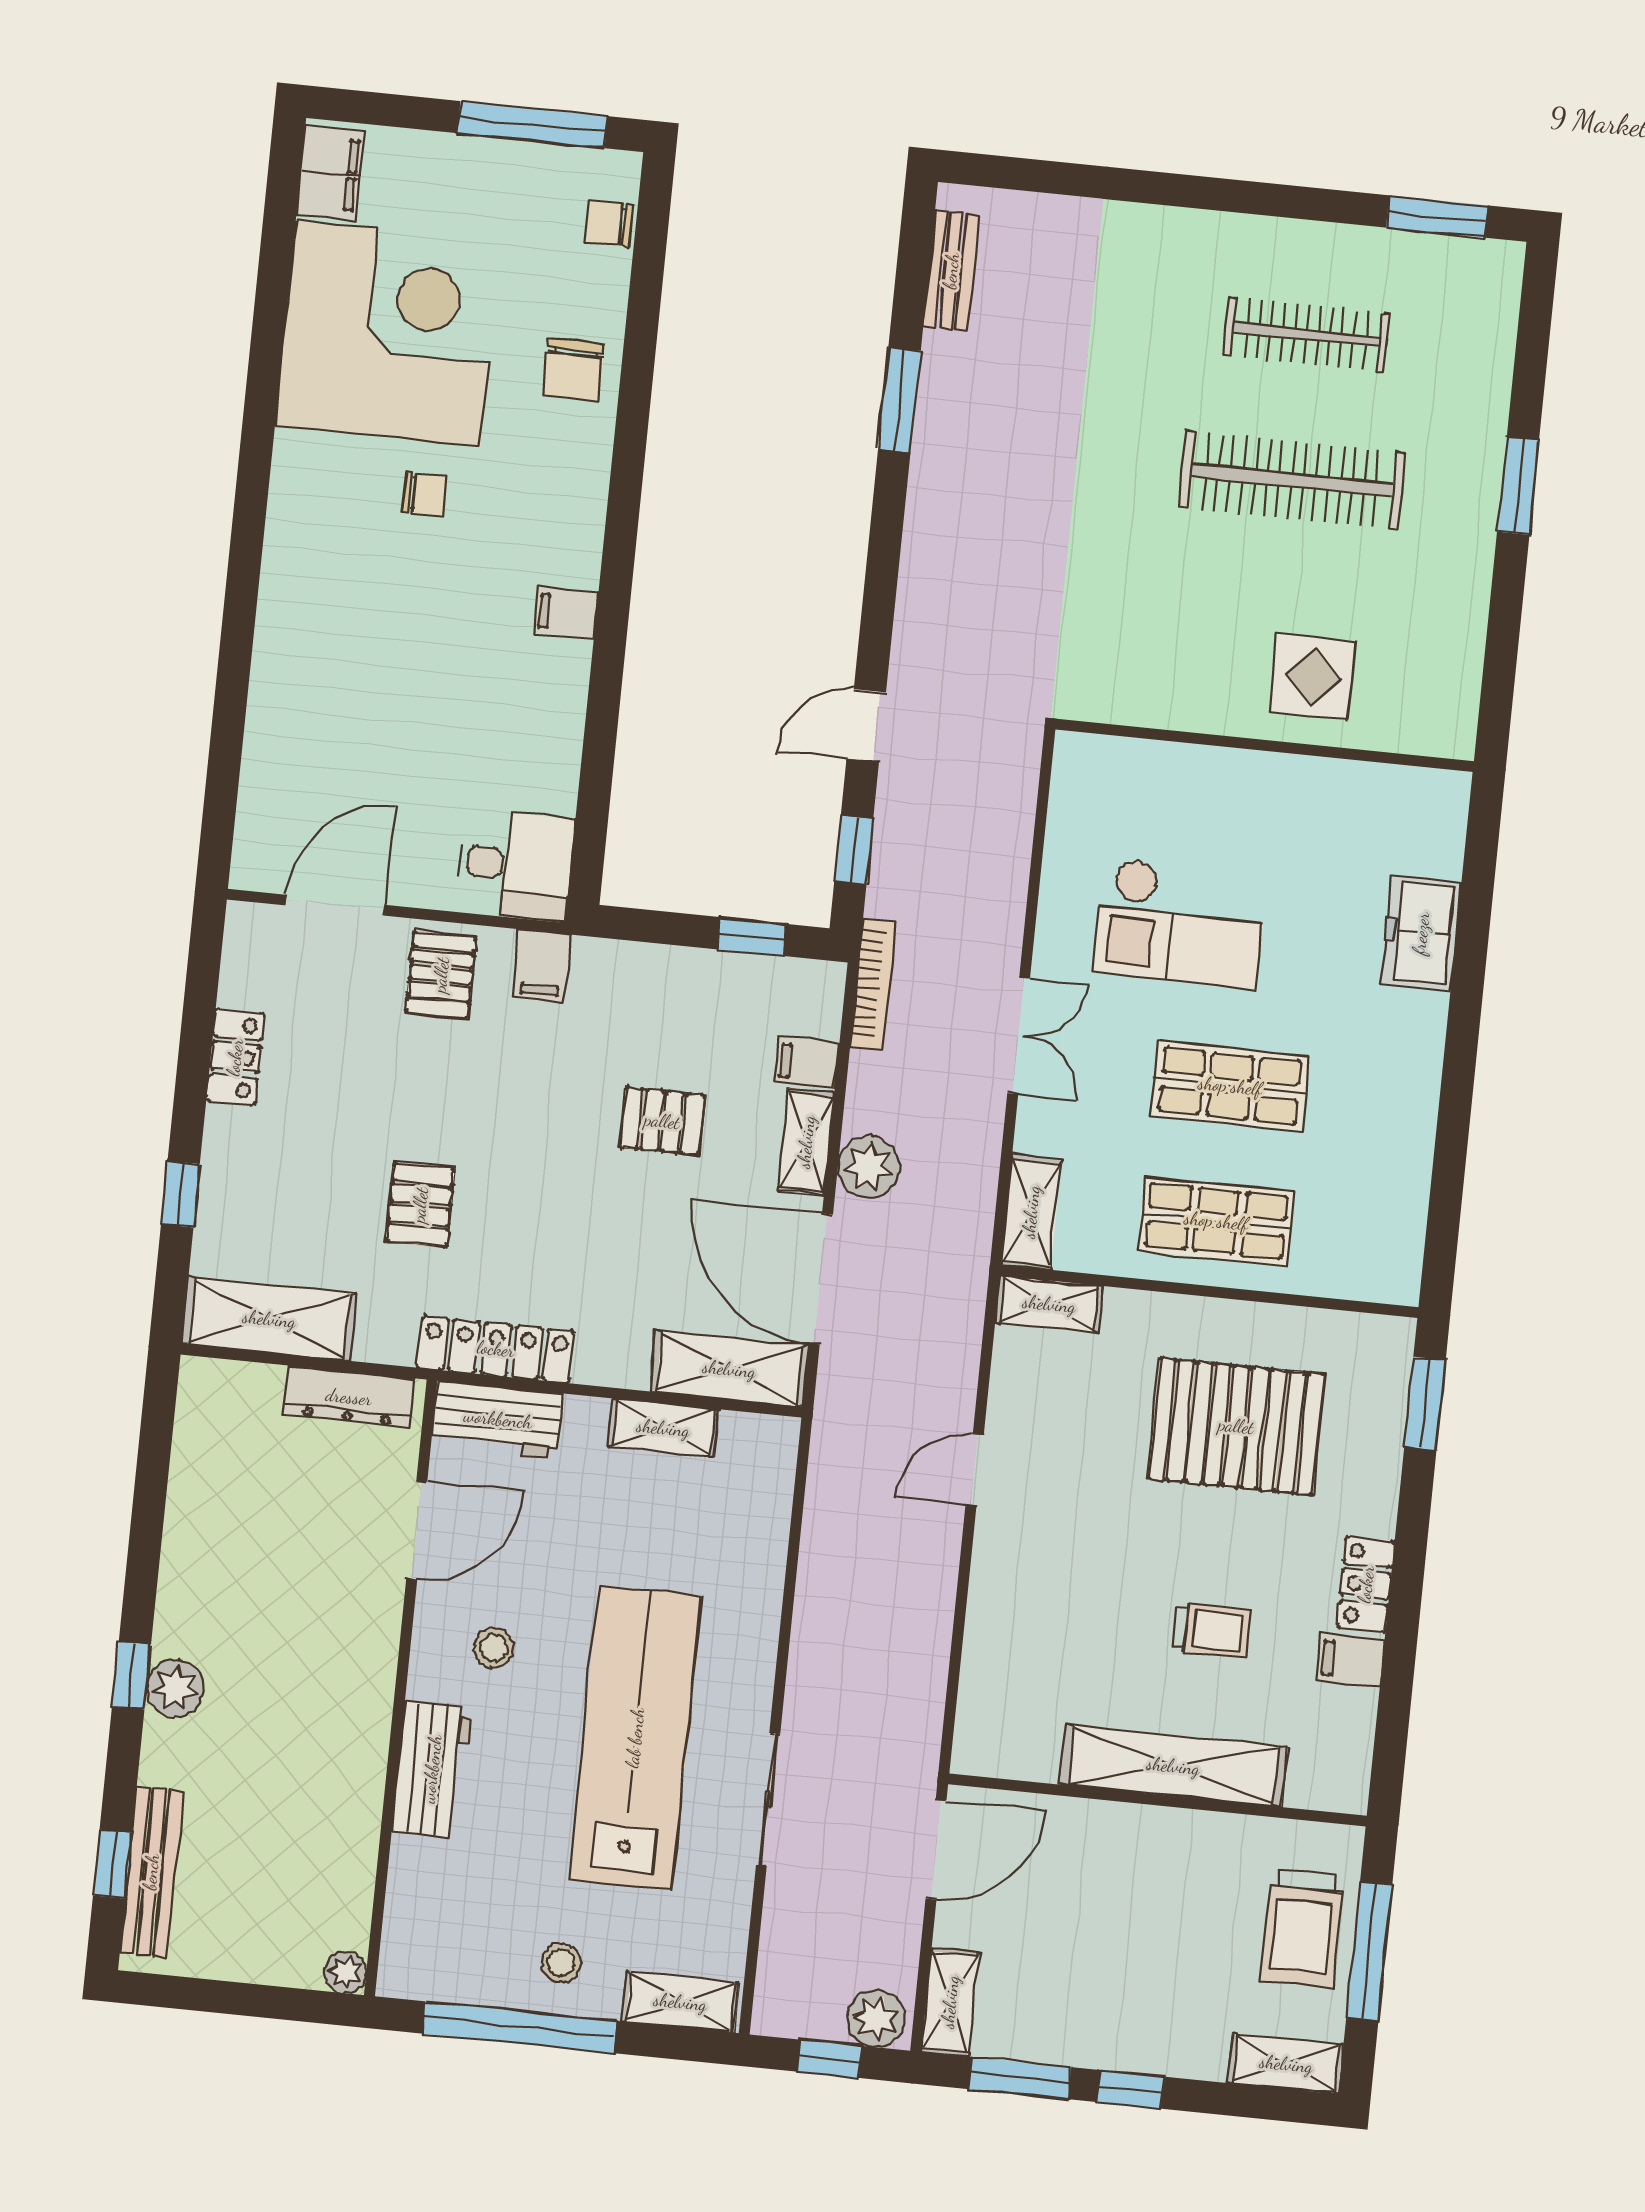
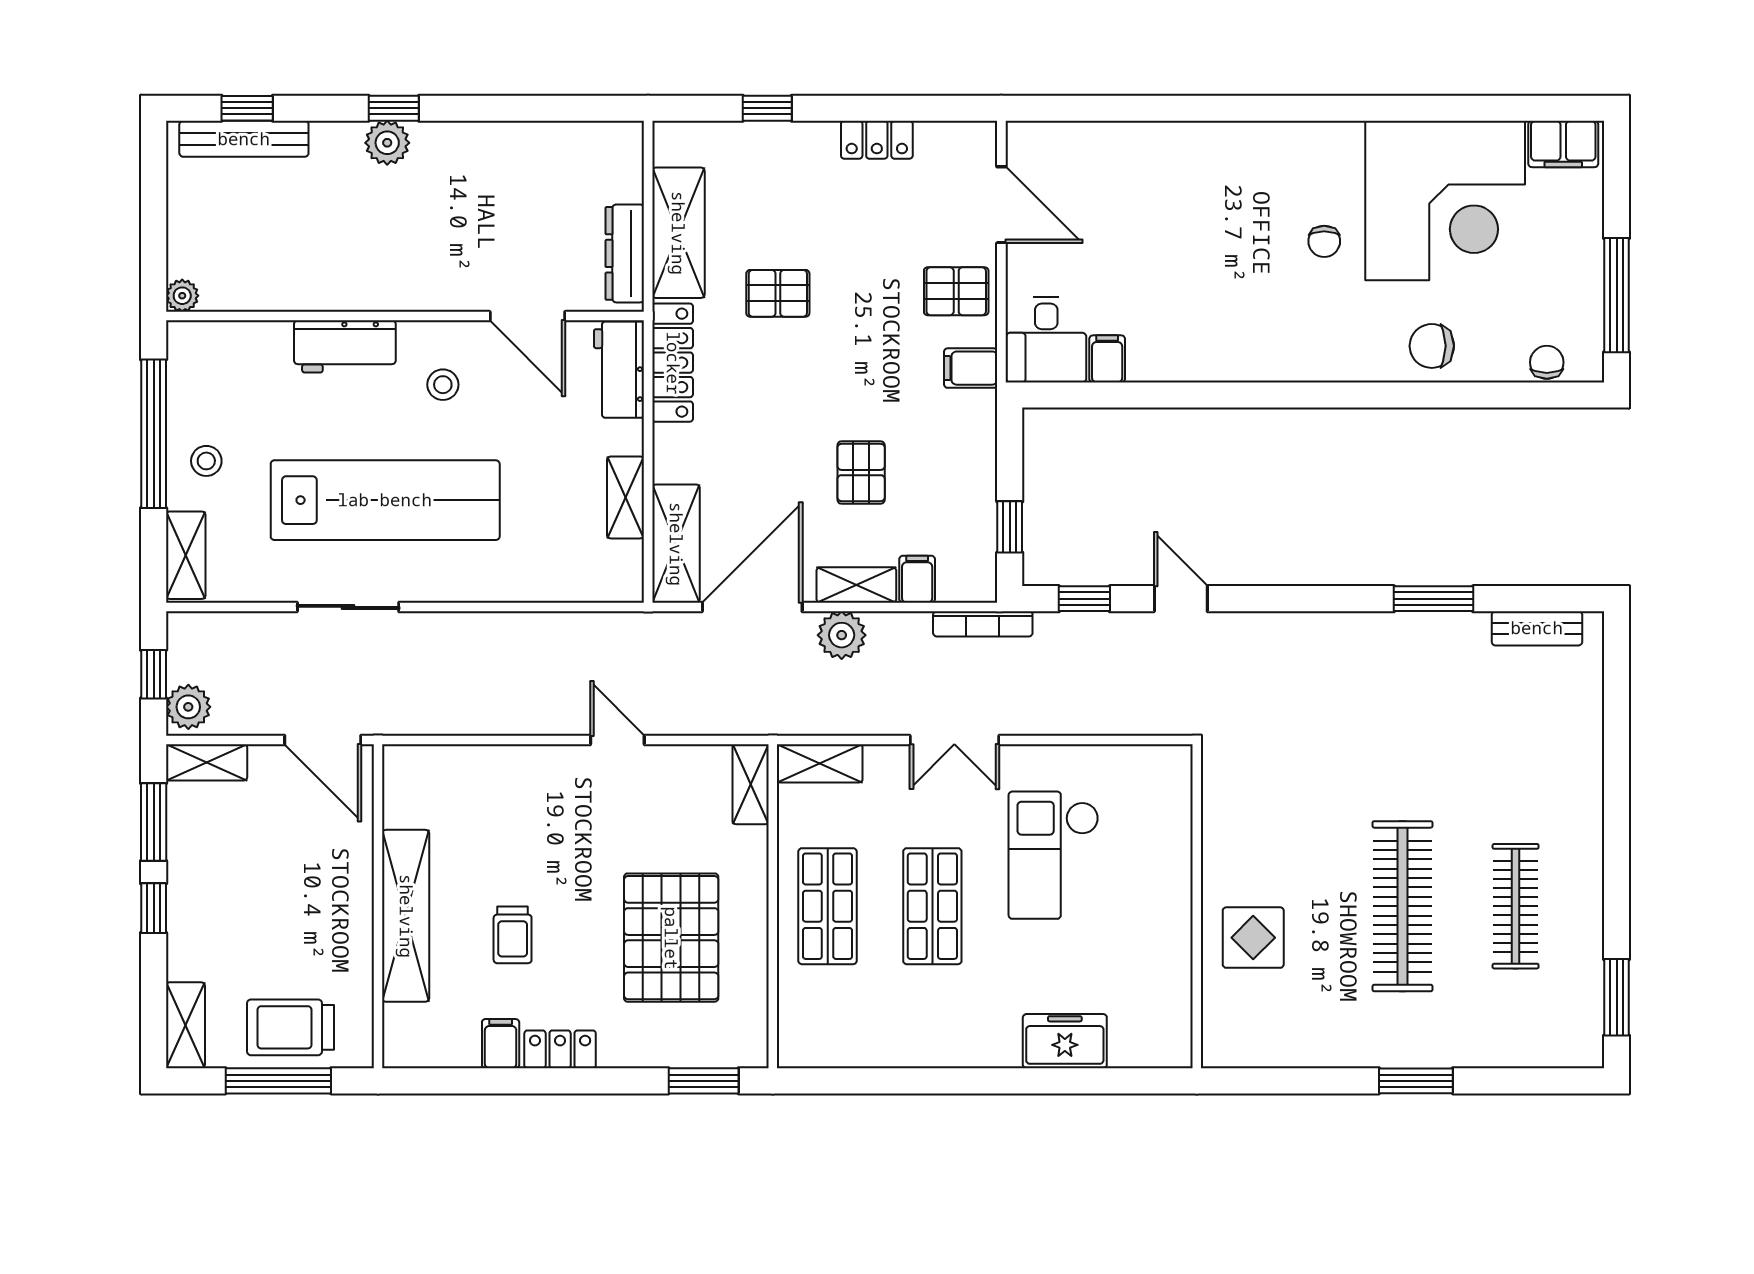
filing cabinet: (566, 613) -> (1107, 359), moved
shelving: (269, 1319) -> (678, 233), moved

